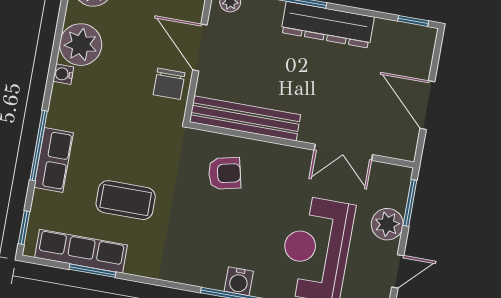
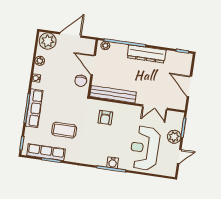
plant: (81, 45) -> (40, 61), width x0.53, depth x0.53
row of seats: (54, 160) -> (34, 108), width x1.48
armchair: (225, 173) -> (105, 118), turned 103

